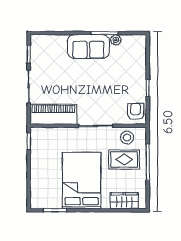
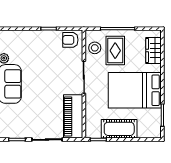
cot: (40, 164) -> (119, 129), added

